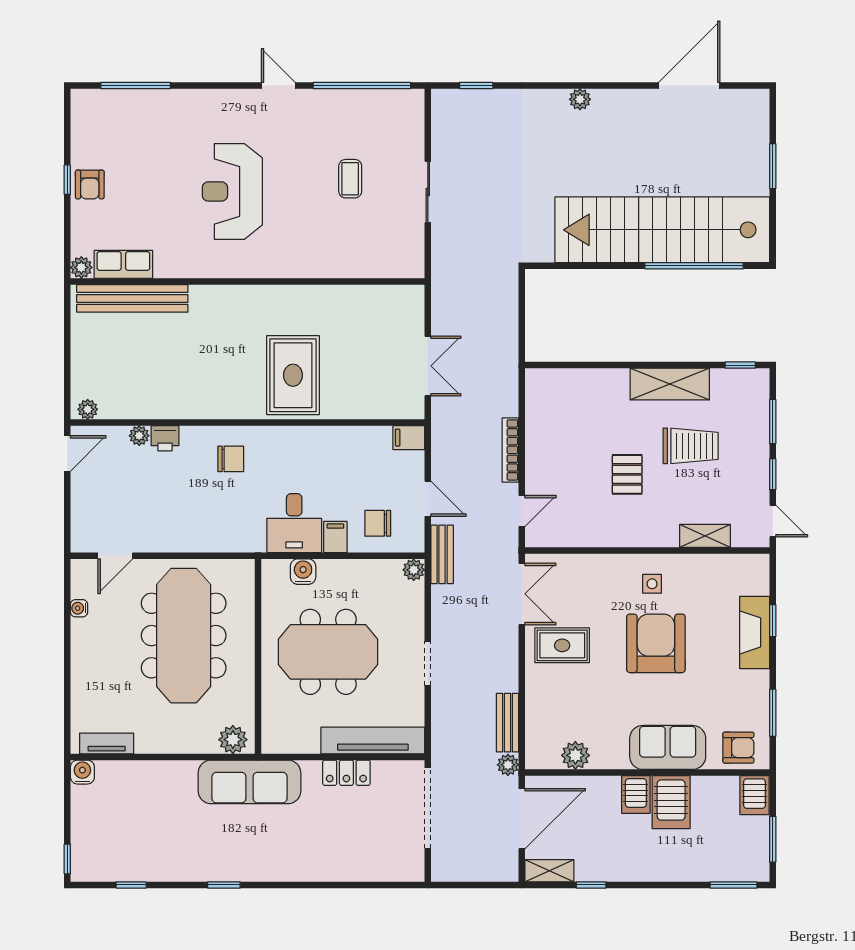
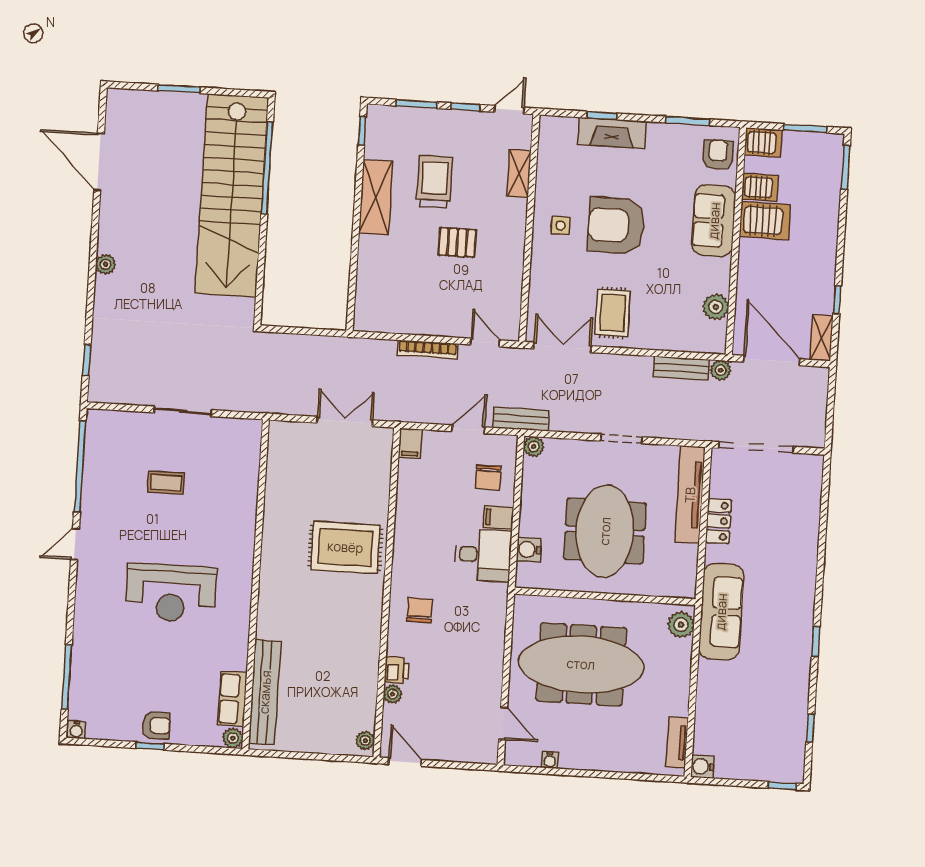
water cooler: (80, 99) -> (76, 730), added
server rack: (636, 795) -> (760, 187), moved

